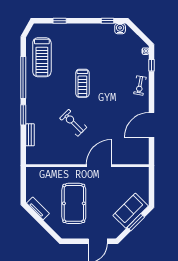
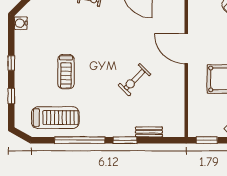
window: (107, 21) -> (11, 63), moved
treadmill: (82, 83) -> (66, 72), moved, turned 90
window: (23, 183) -> (207, 140), added

